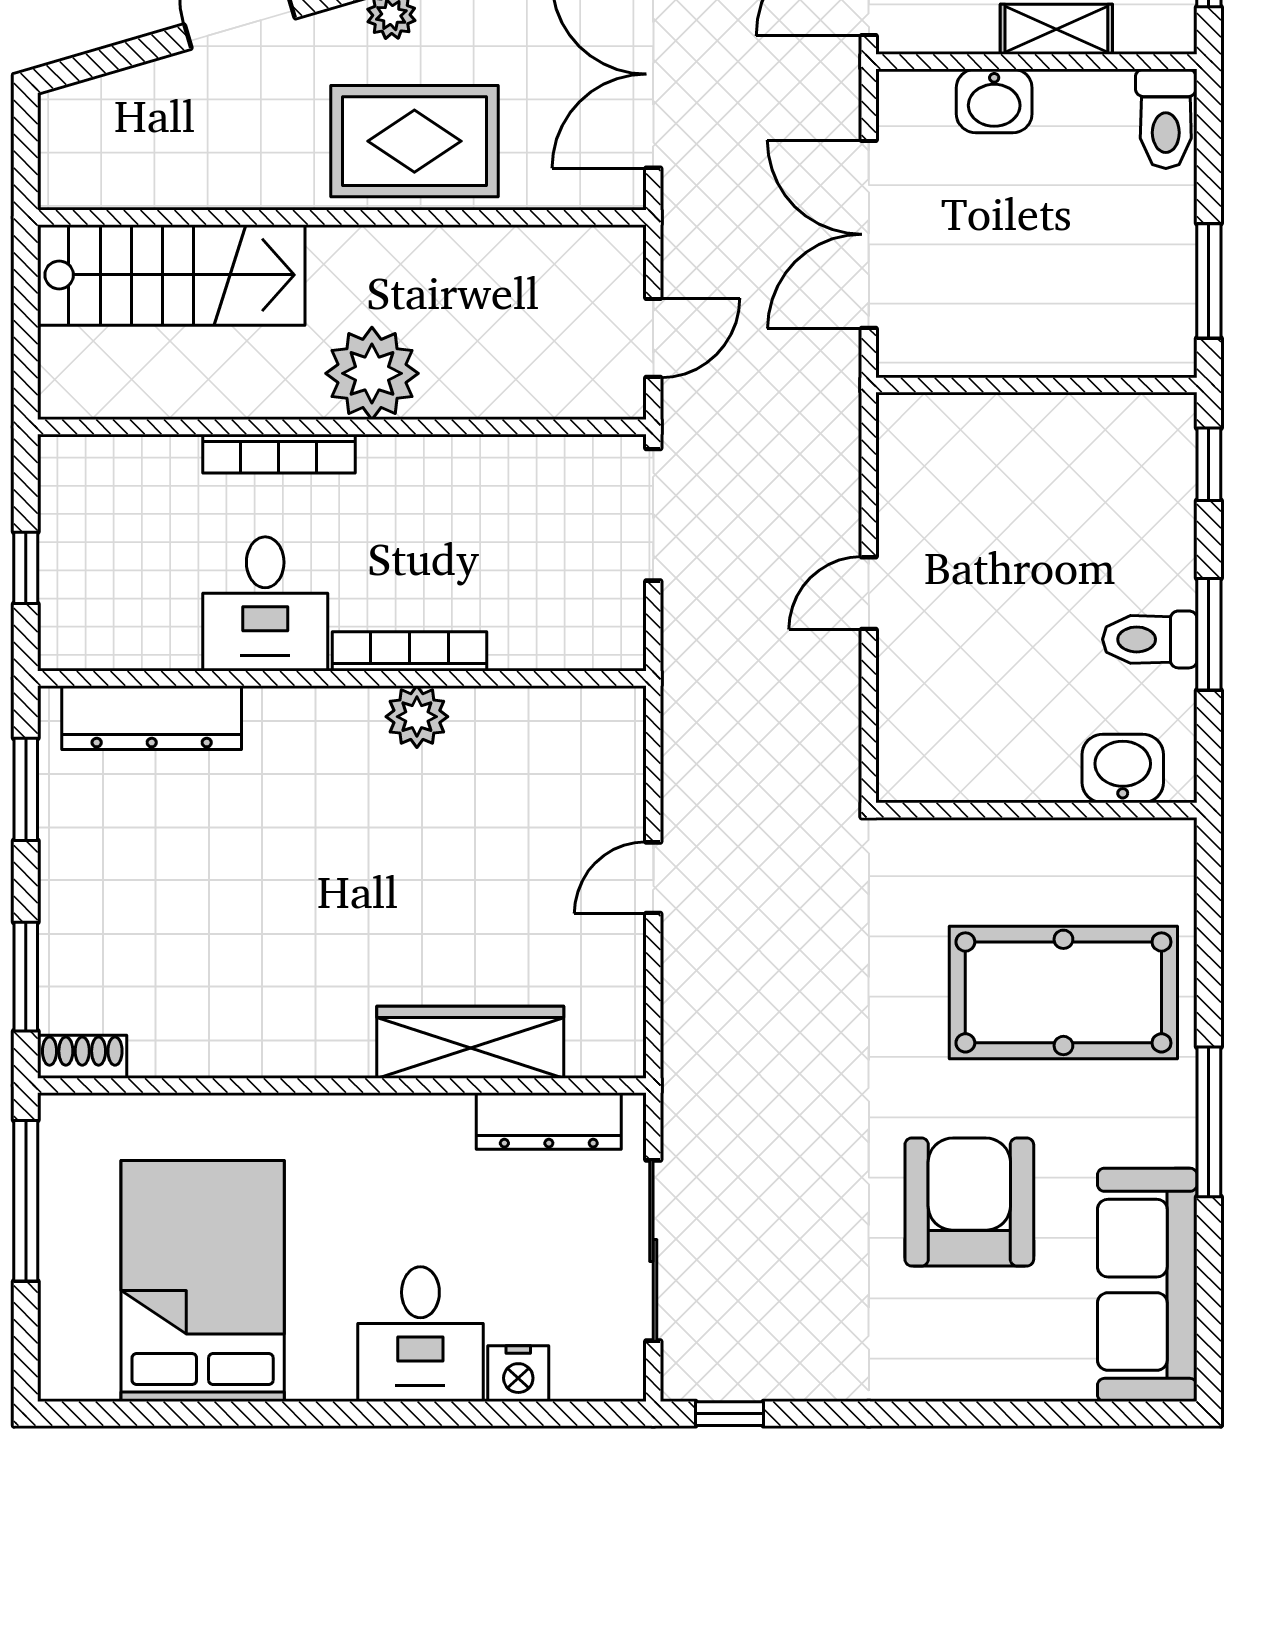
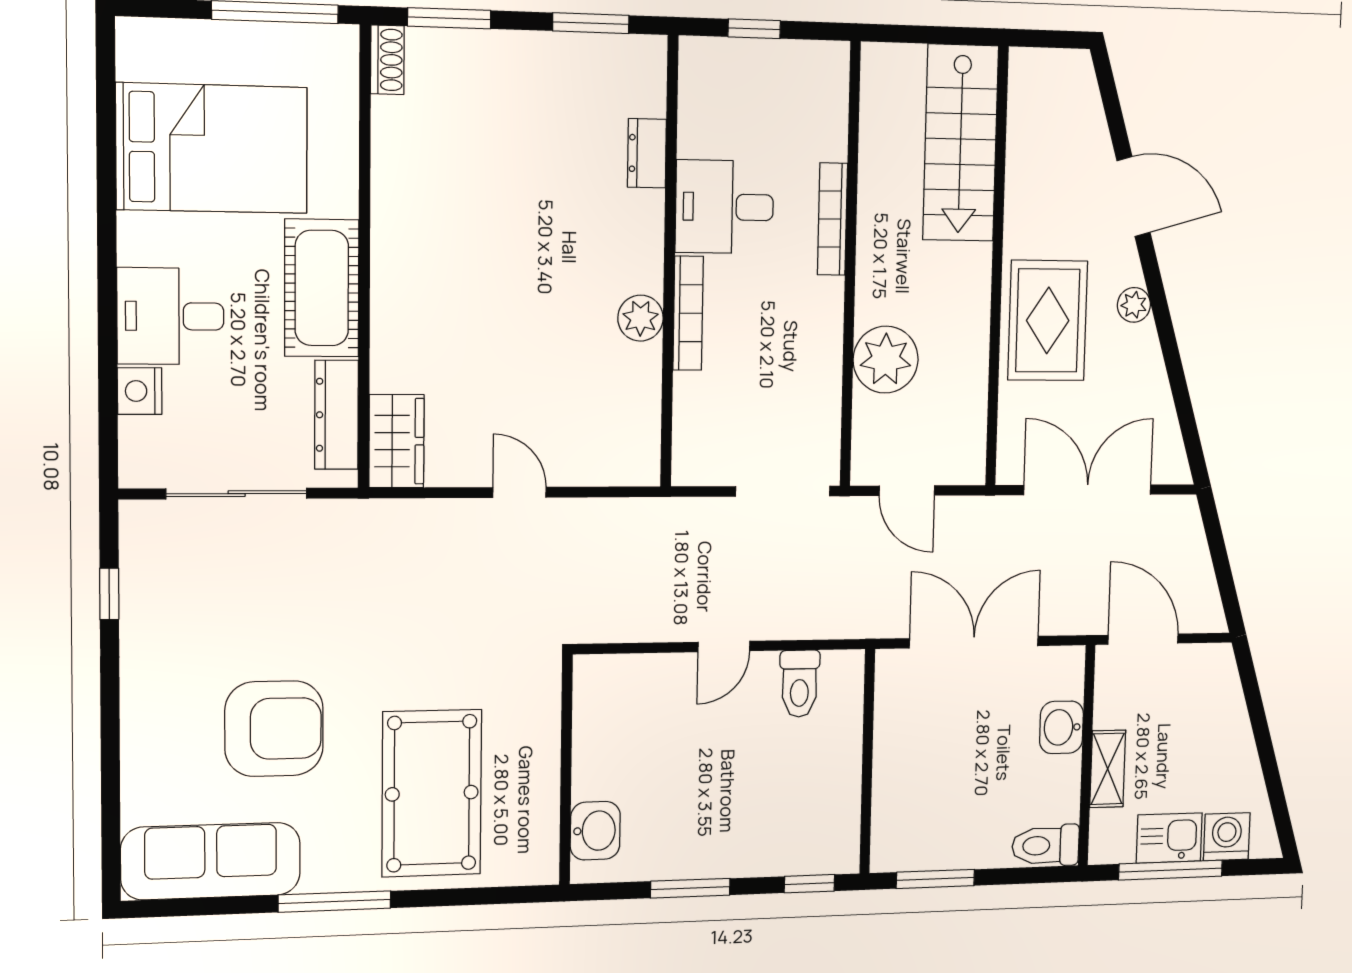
plant: (372, 373) -> (886, 360), moved
door: (869, 593) -> (724, 646), swing flipped
toilet: (1150, 639) -> (799, 684), moved, turned 180
dresser: (152, 718) -> (647, 153), width x0.51, depth x0.80
wardrobe: (470, 1042) -> (396, 441), moved, width x0.67
cot: (382, 1141) -> (322, 288), added
window: (730, 1414) -> (109, 594), moved

